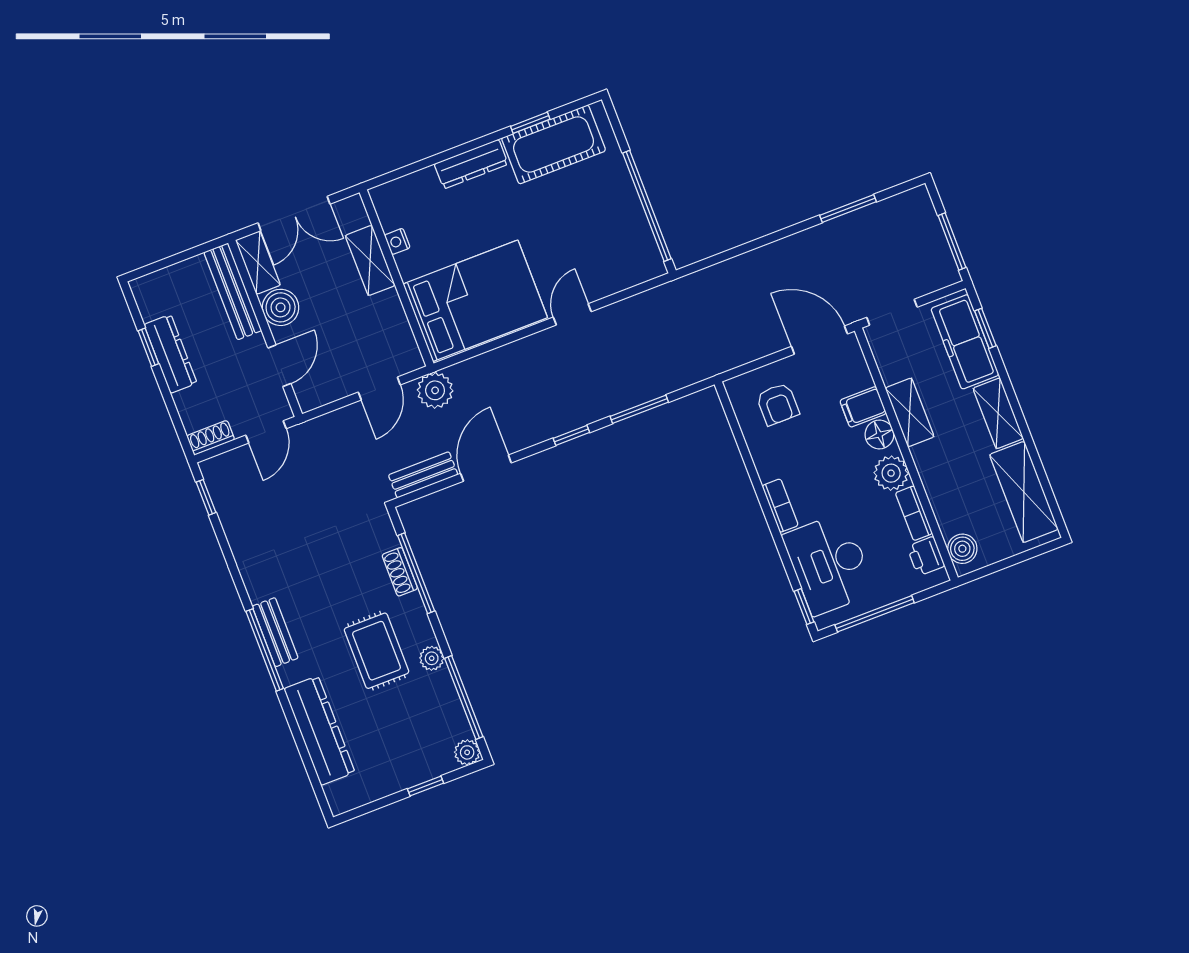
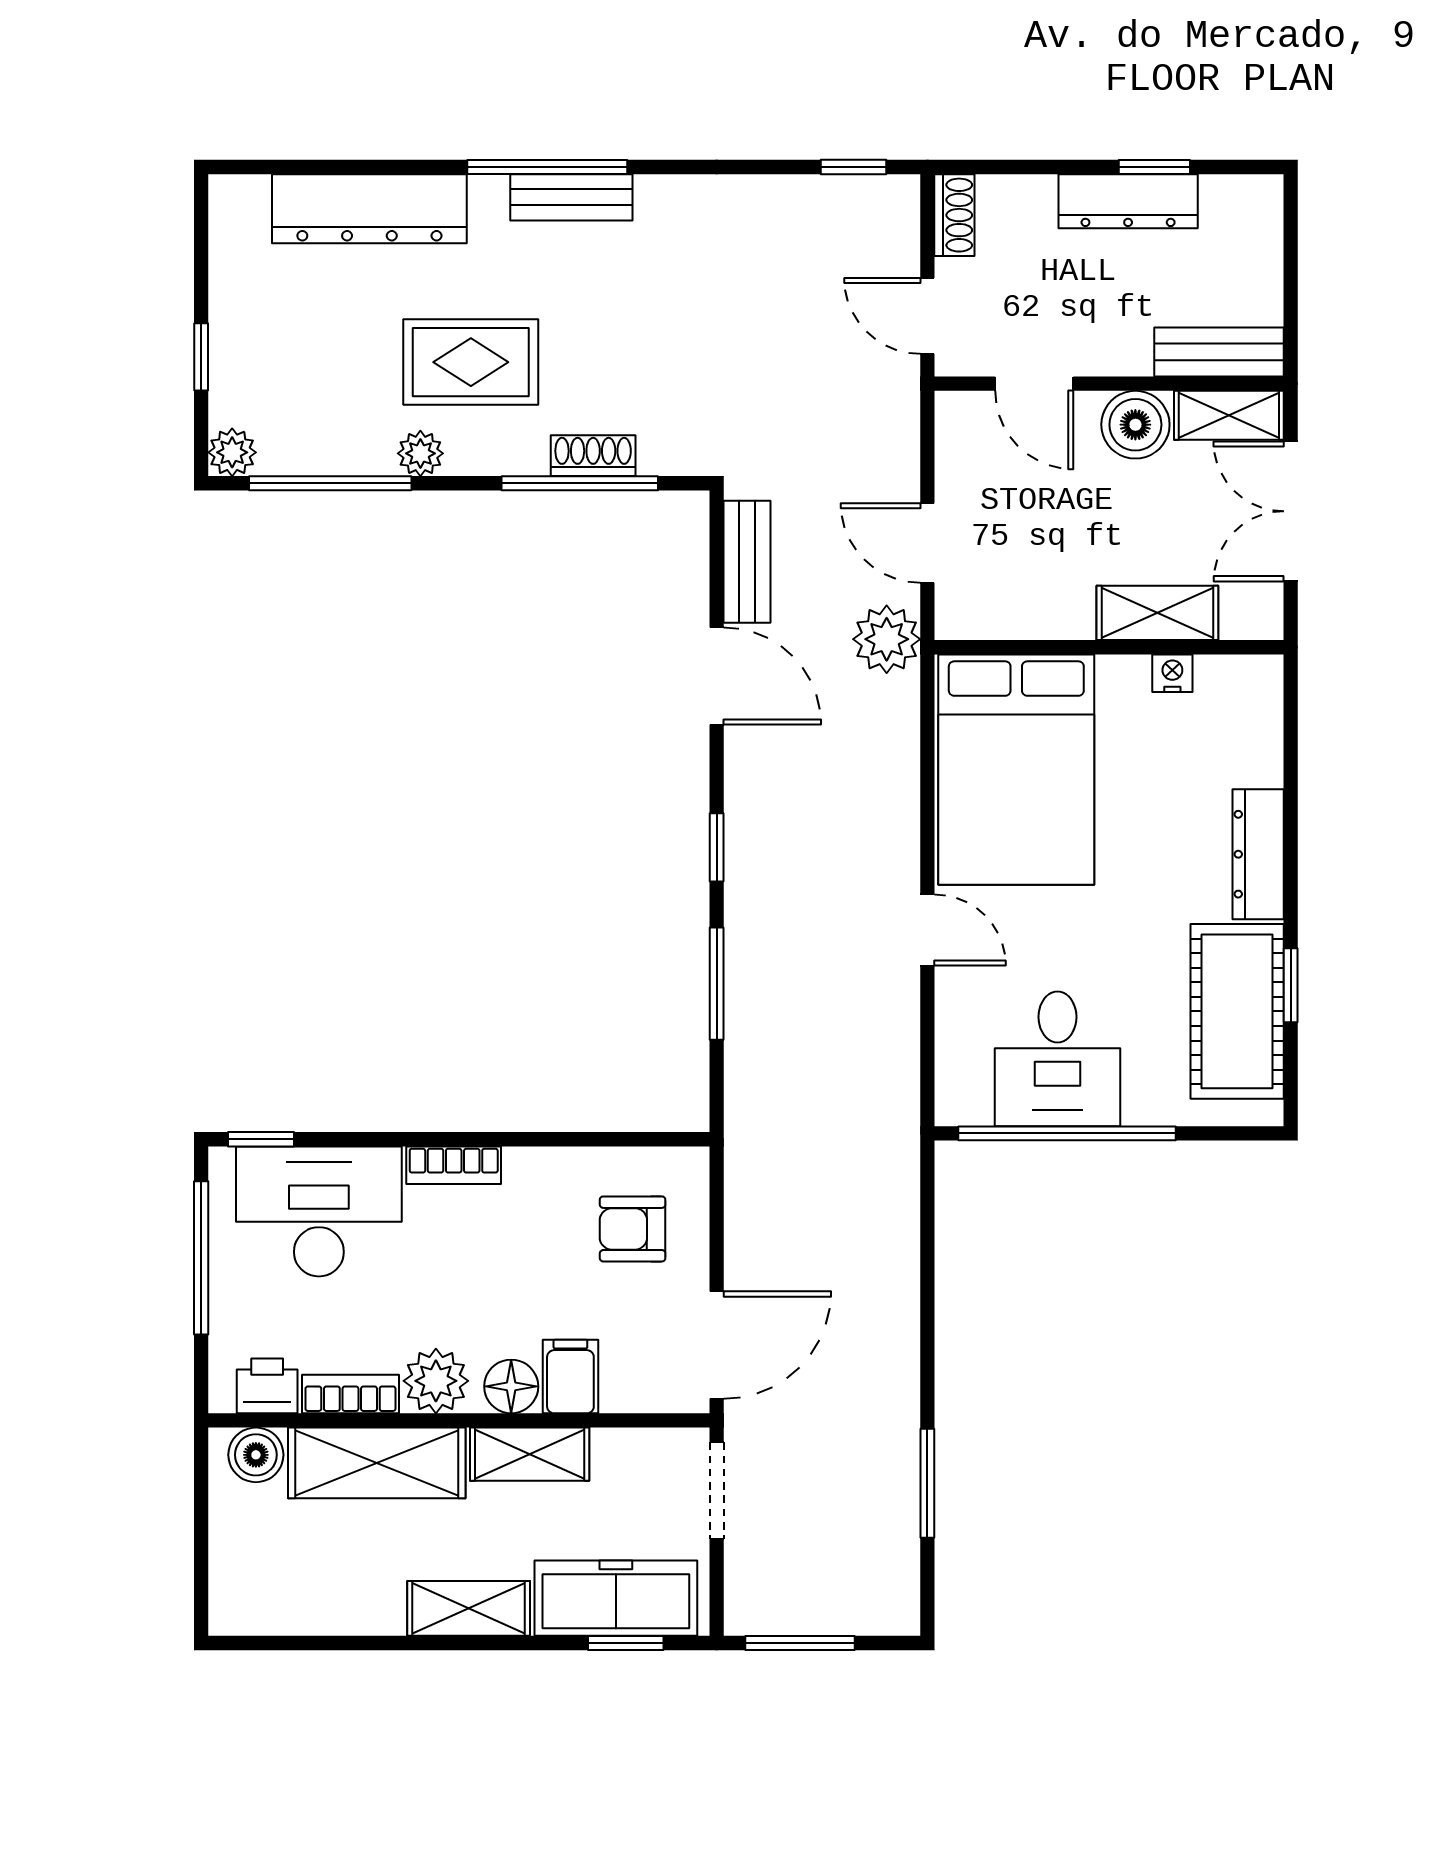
desk: (612, 225) -> (1057, 1059), added
bench: (233, 291) -> (1219, 352), width x0.73
shelving: (1024, 492) -> (377, 1463), moved

